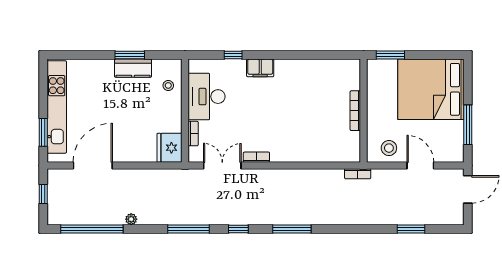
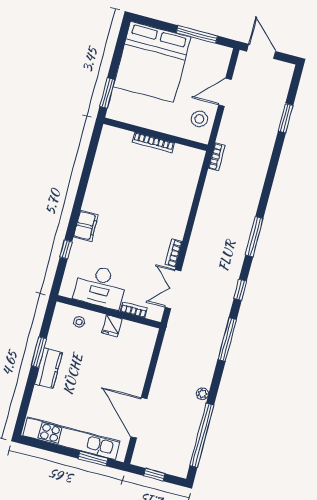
kitchen counter: (133, 68) -> (49, 368), moved
fridge: (169, 148) -> (112, 326), moved, width x0.53, depth x0.75

